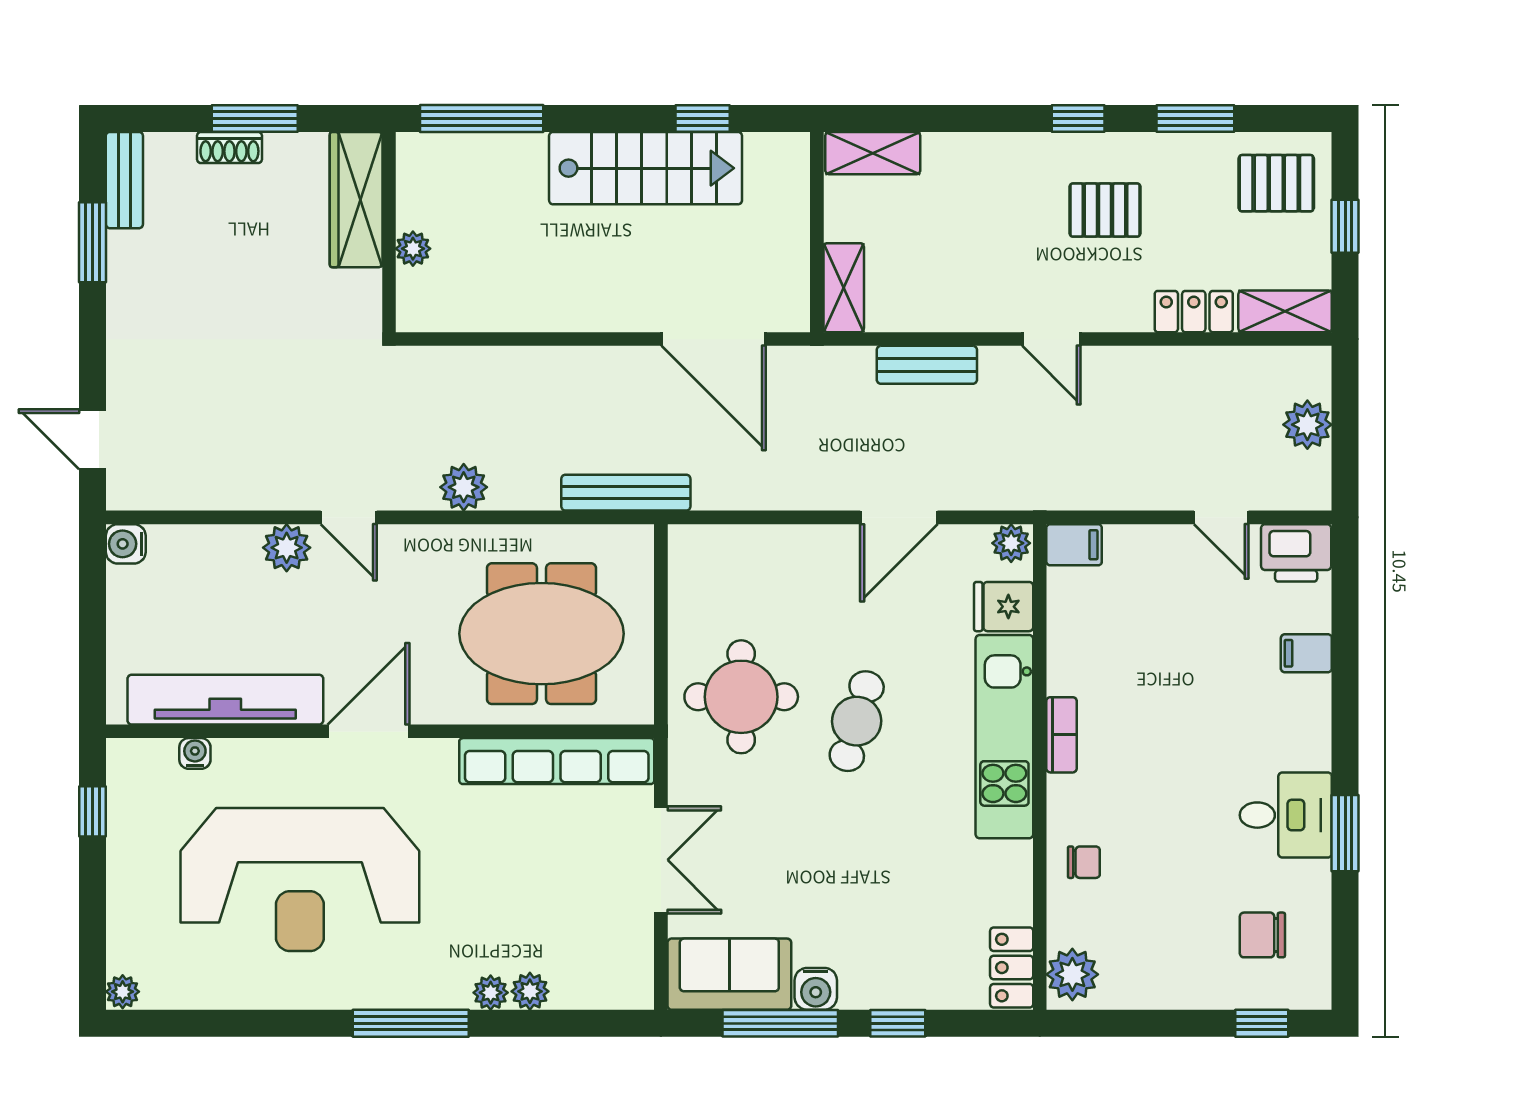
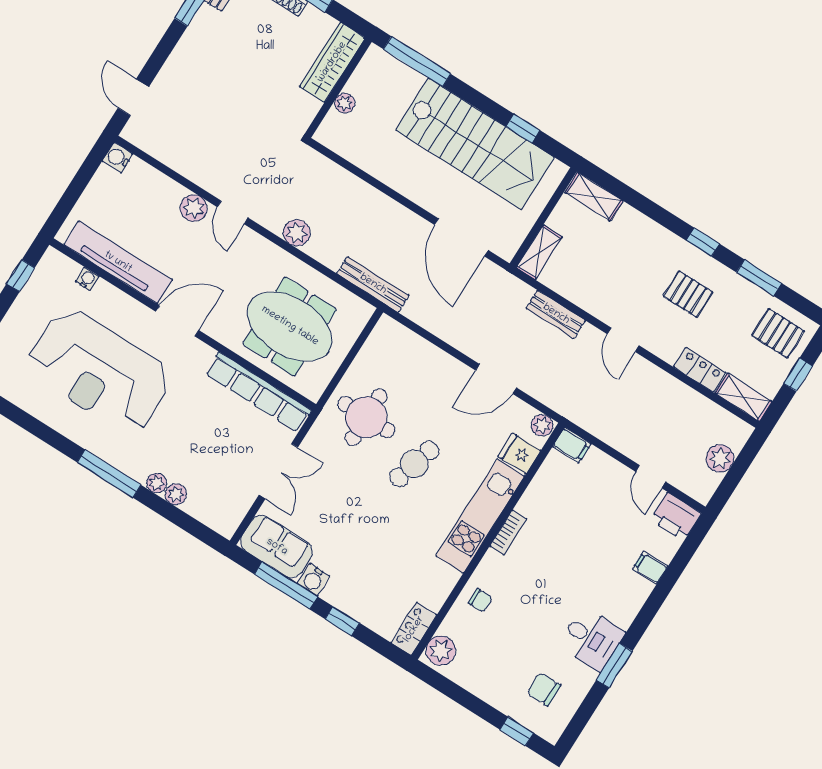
stairs: (646, 168) -> (475, 144), width x1.36, depth x1.51

